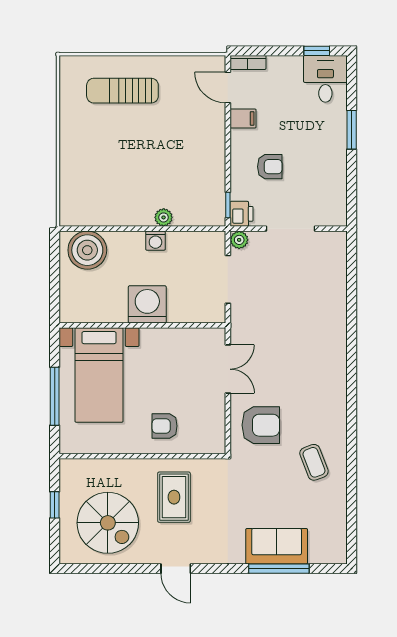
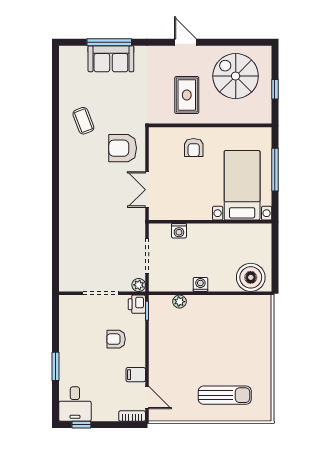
plant: (164, 217) -> (179, 302), moved
washing machine: (147, 304) -> (179, 231), moved, width x0.53, depth x0.53
armchair: (165, 426) -> (194, 148), turned 90

